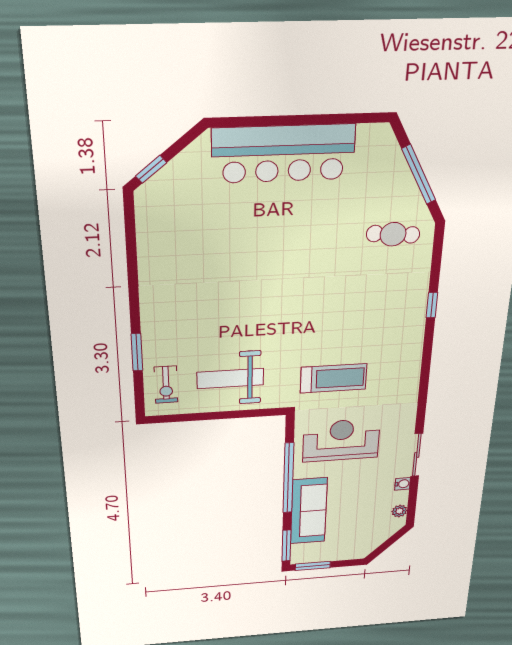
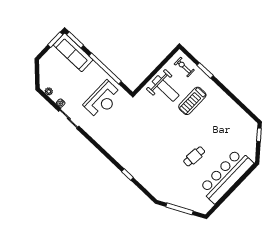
cafe table: (393, 234) -> (194, 156), moved
weight bench: (230, 378) -> (166, 88), turned 90
treadmill: (334, 378) -> (192, 101), moved
sofa: (309, 511) -> (73, 52), moved

